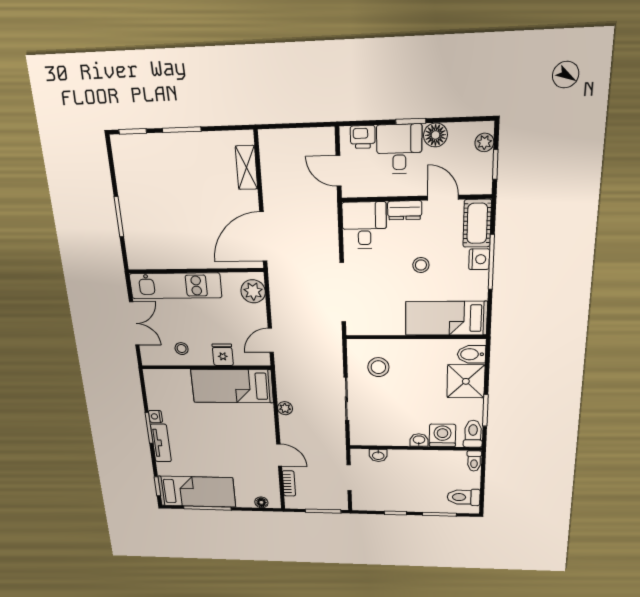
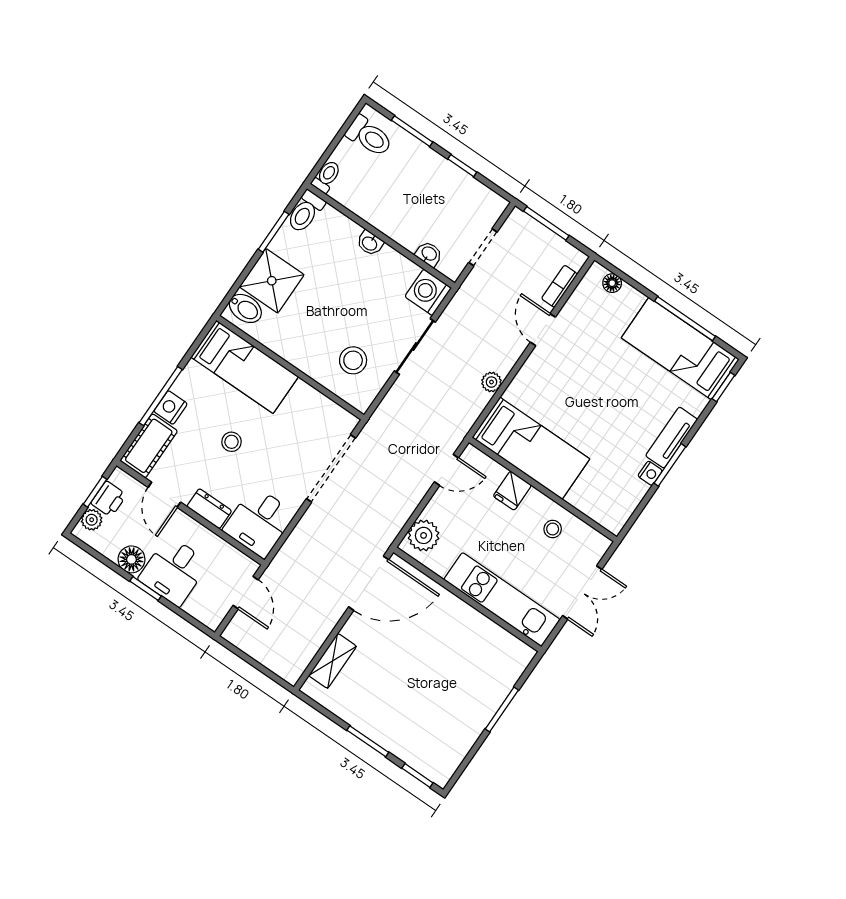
printer: (363, 137) -> (109, 499), moved, turned 90
double door: (134, 323) -> (582, 593), swing flipped
washing machine: (442, 435) -> (428, 292), moved, turned 90

